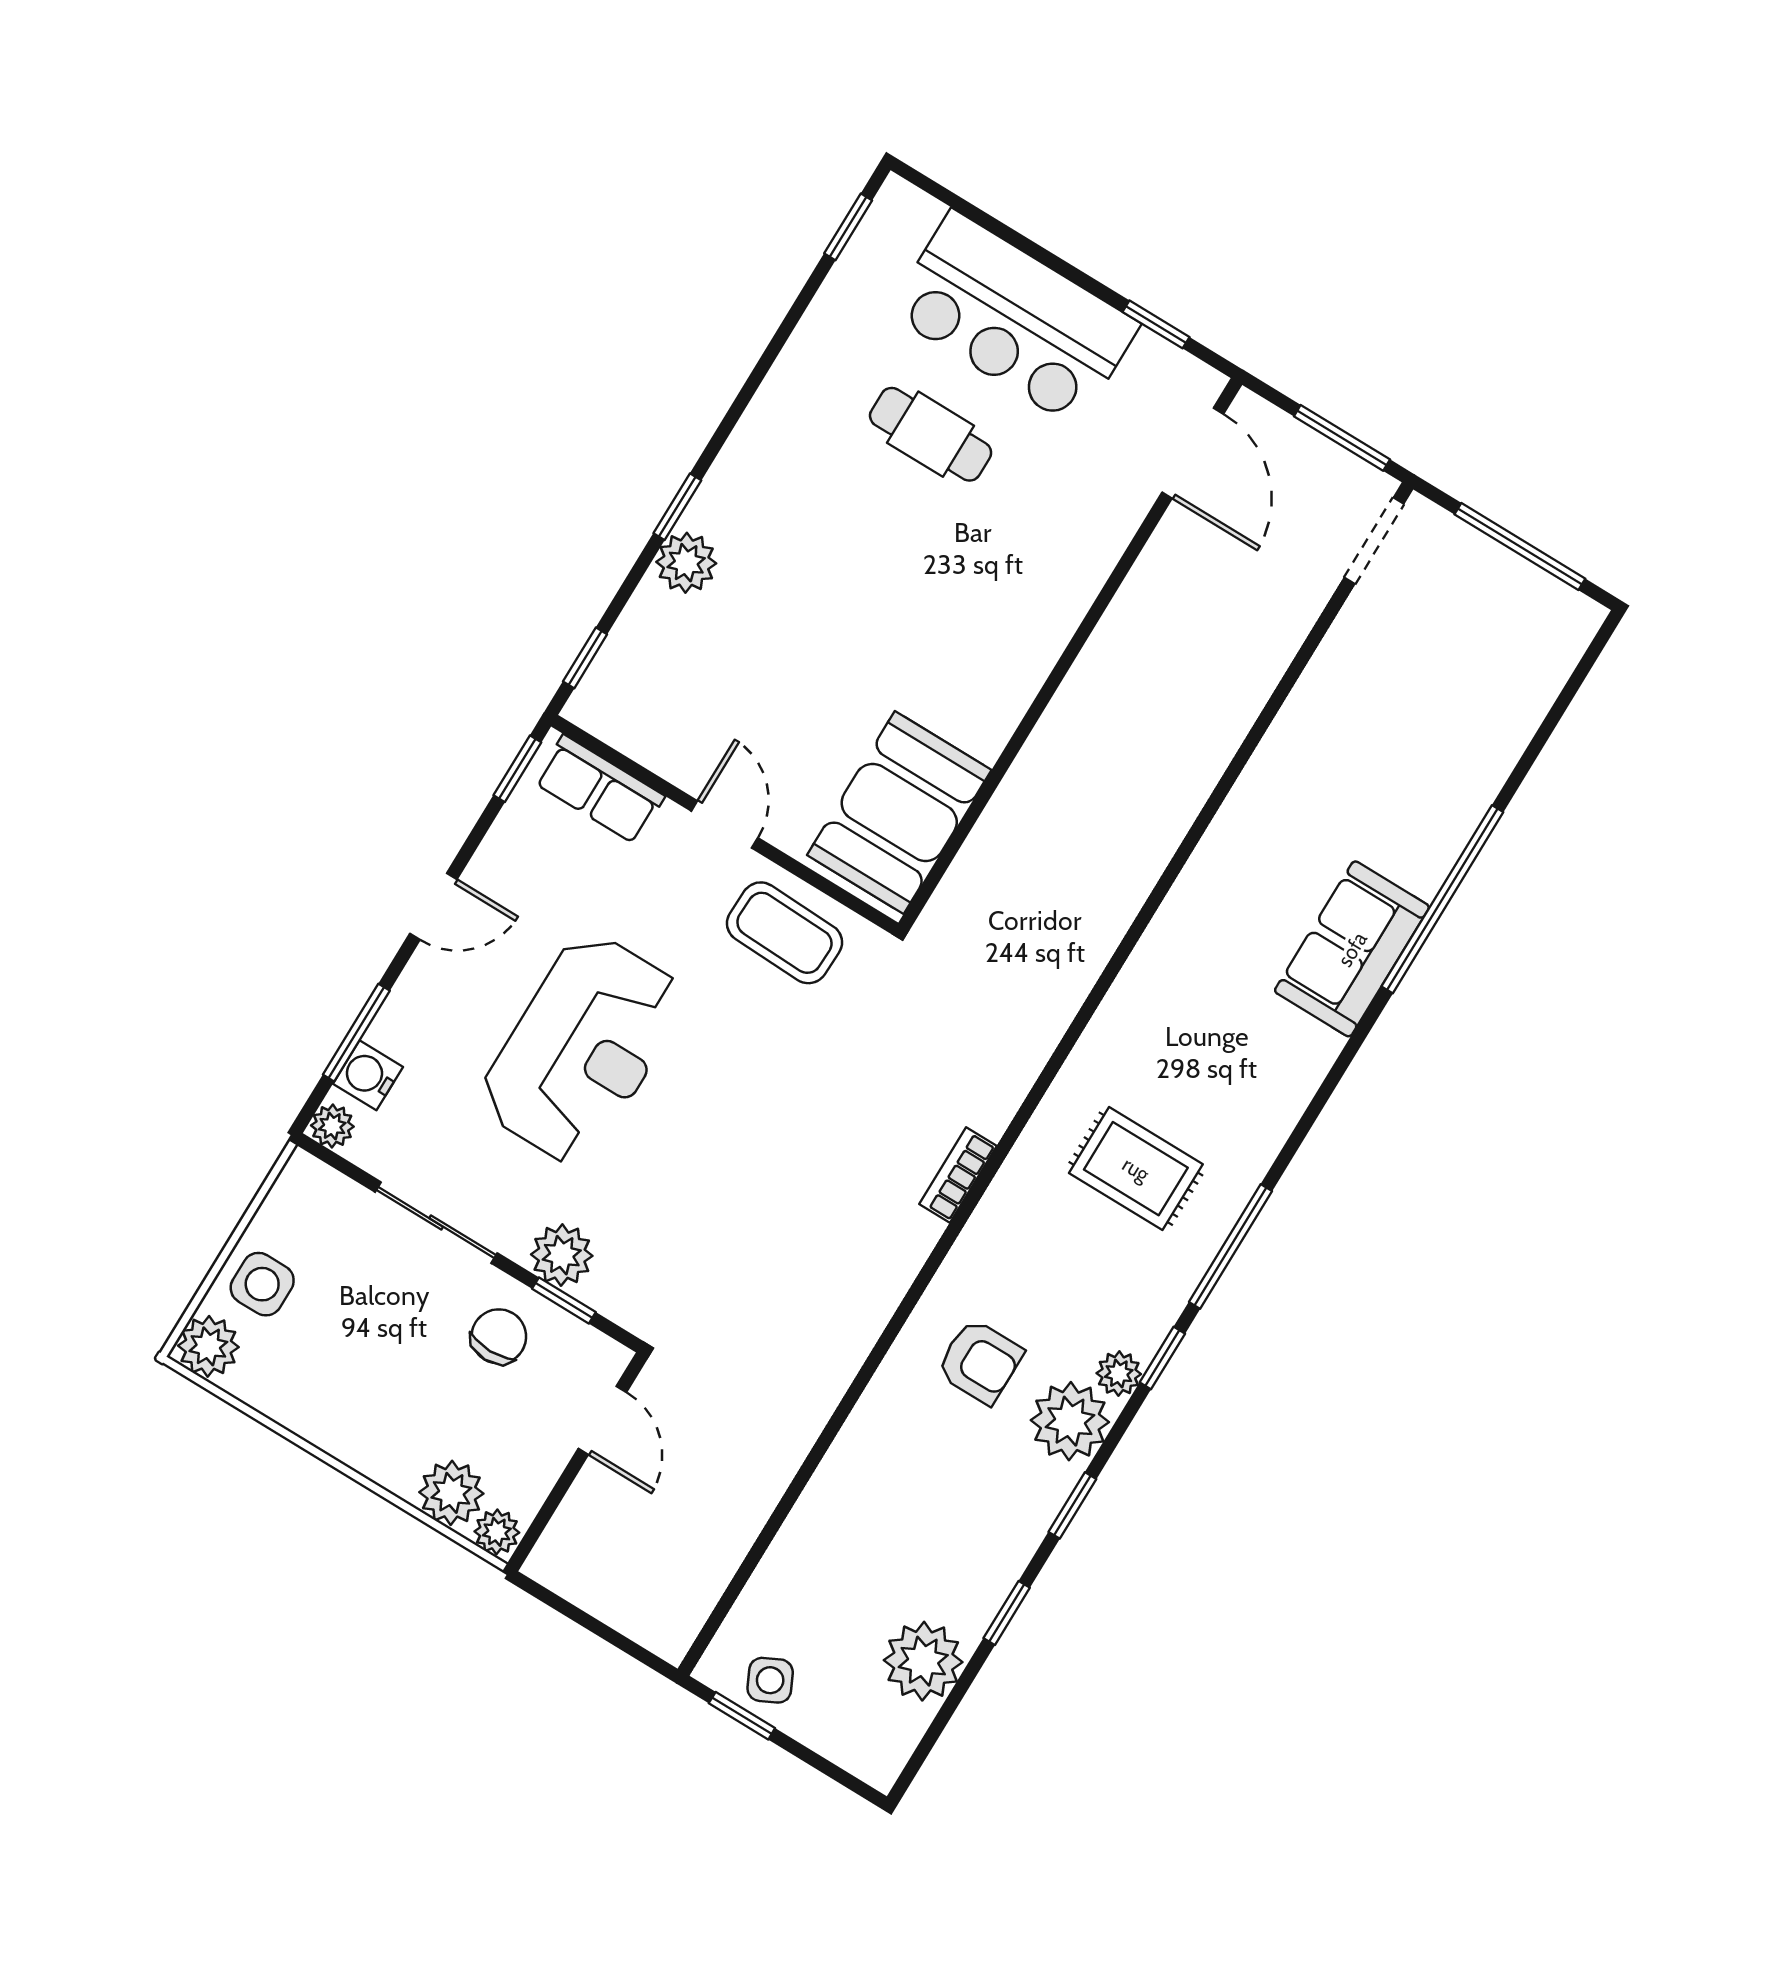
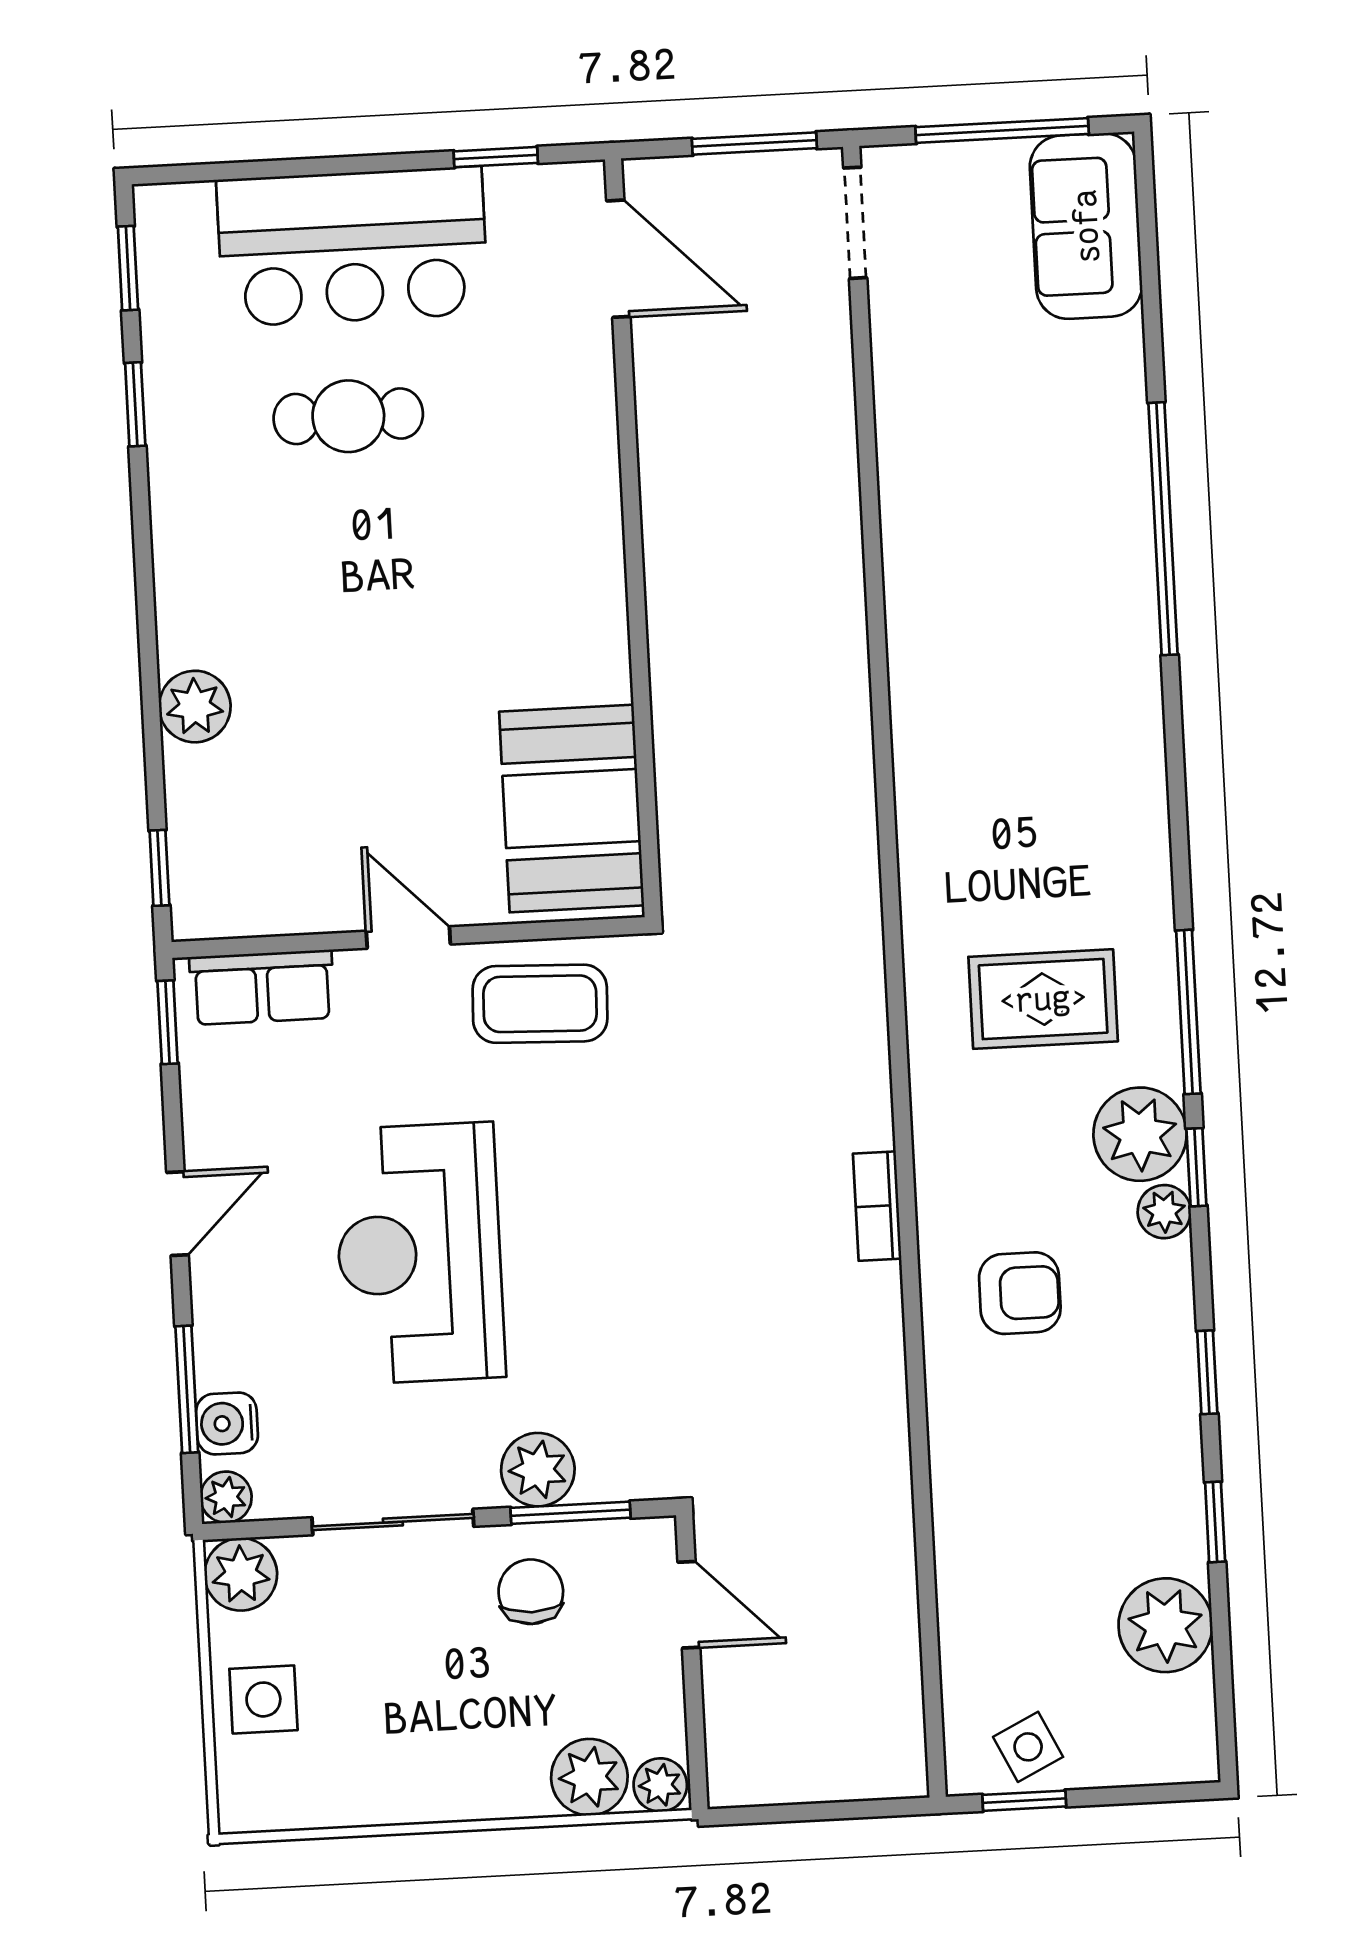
window: (677, 507) -> (135, 404), moved
sofa: (1352, 949) -> (1086, 226), moved
reception desk: (582, 1049) -> (419, 1253), turned 180
bookcase: (958, 1175) -> (877, 1206), moved
window: (564, 1300) -> (570, 1513), width x1.50
plant: (208, 1346) -> (241, 1574), moved
plant: (1070, 1421) -> (1140, 1134), moved

